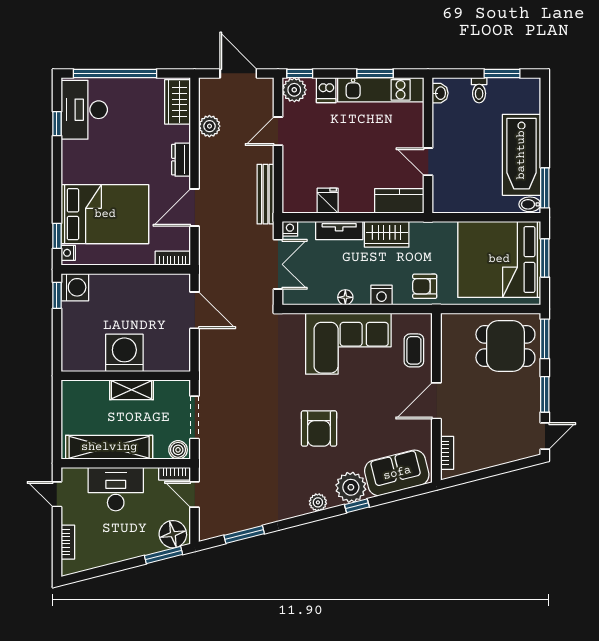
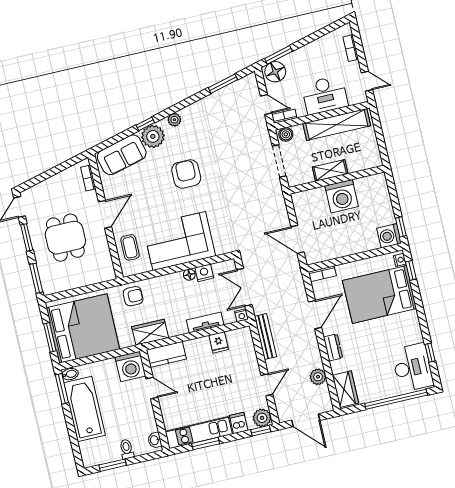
washing machine: (449, 196) -> (130, 366), added
wardrobe: (387, 234) -> (150, 332), moved
nightstand: (382, 295) -> (204, 273), moved
dining table: (505, 346) -> (65, 238), moved, turned 90

